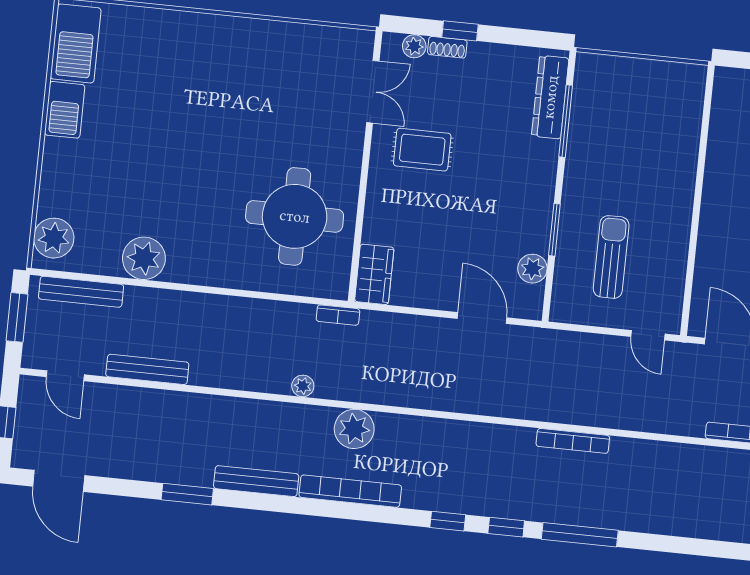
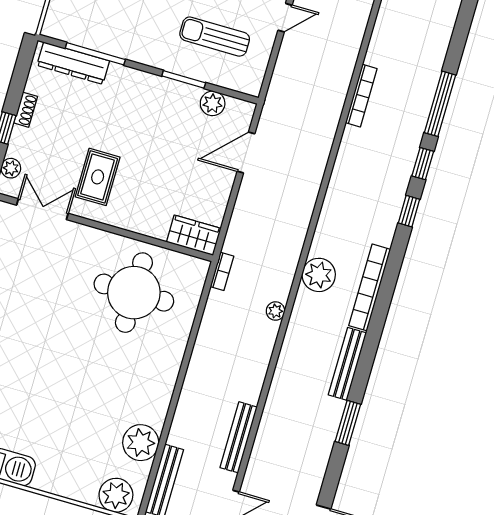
shoe rack: (447, 47) -> (26, 110), moved
plant: (144, 258) -> (141, 443), moved

